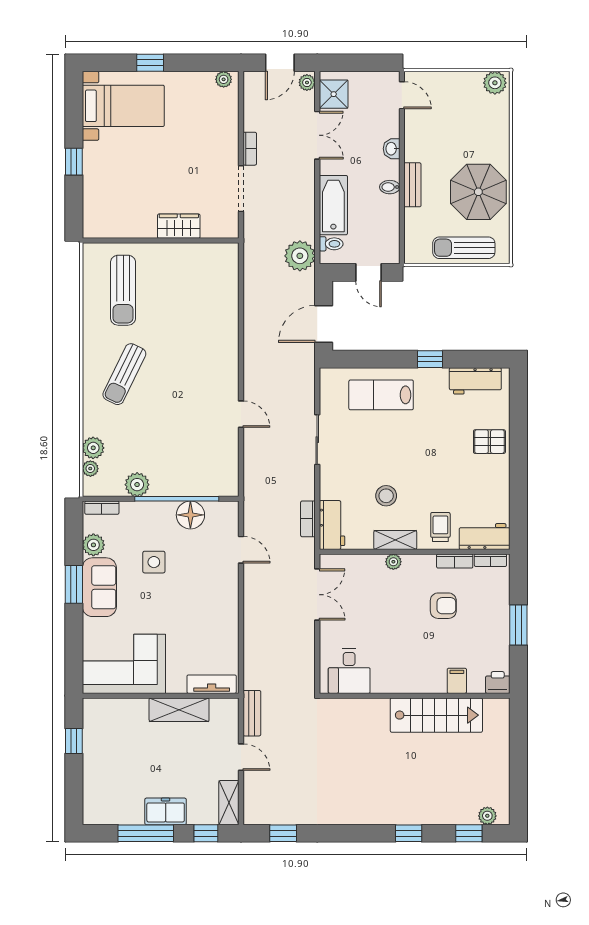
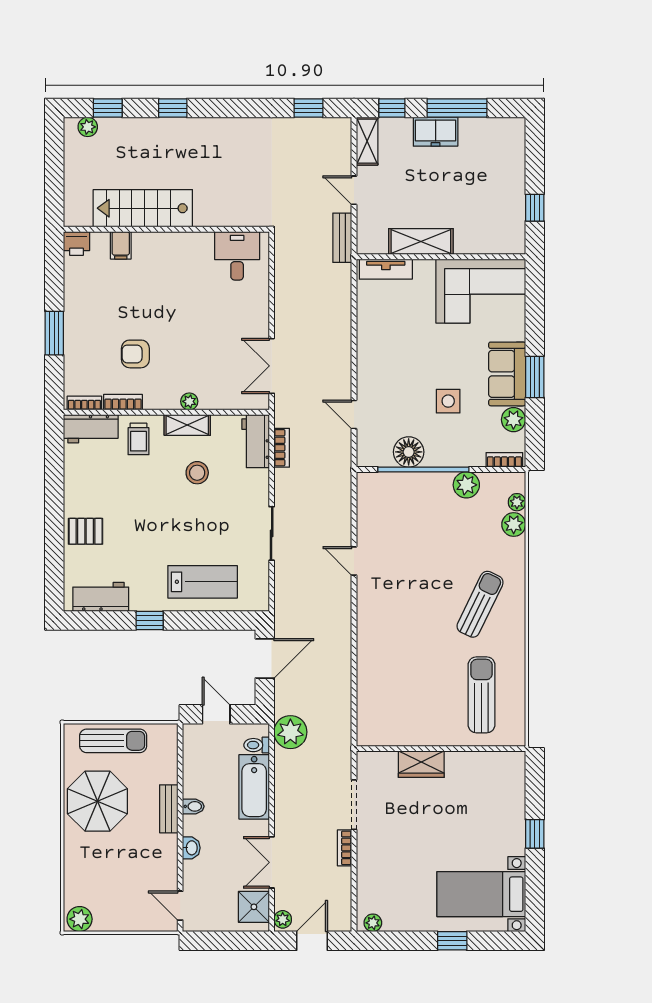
desk: (349, 671) -> (237, 256), moved
filing cabinet: (457, 681) -> (121, 245), moved
printer: (498, 683) -> (77, 243), moved
wall: (415, 696) -> (166, 229), moved
stairs: (436, 715) -> (143, 208), moved

